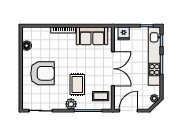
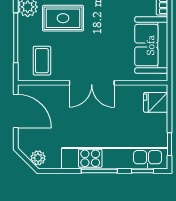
double door: (113, 69) -> (92, 83), width x0.73

